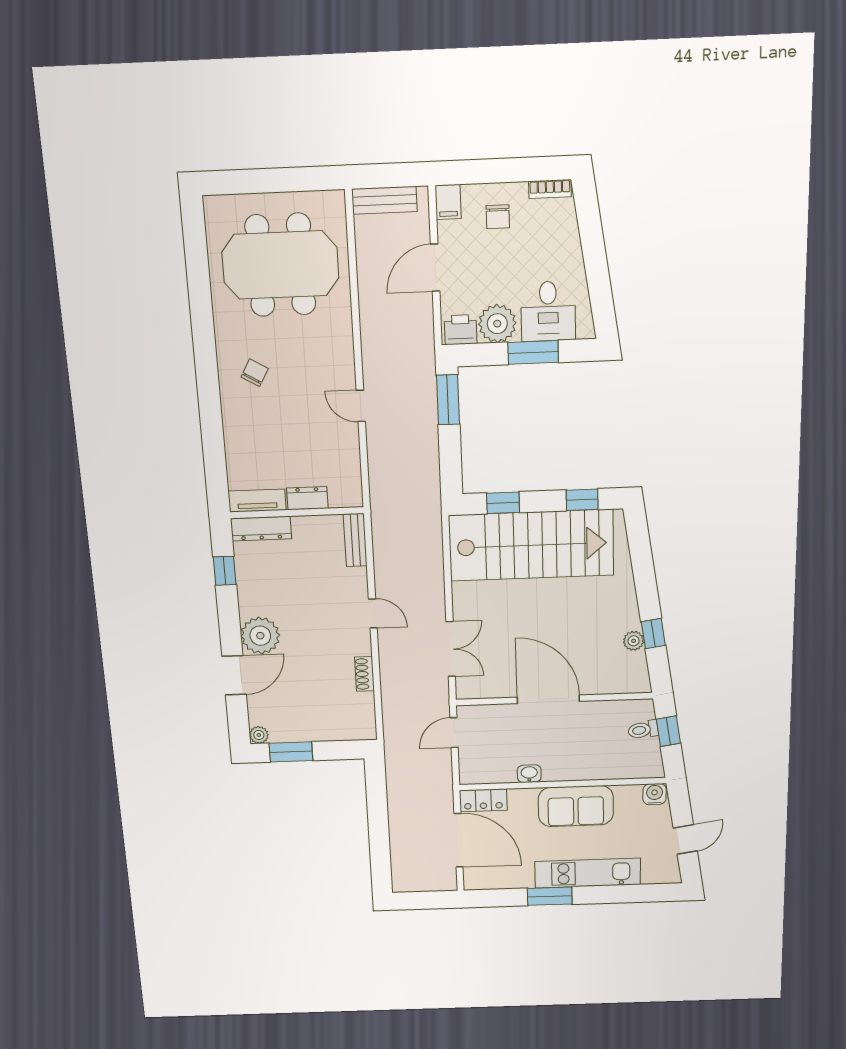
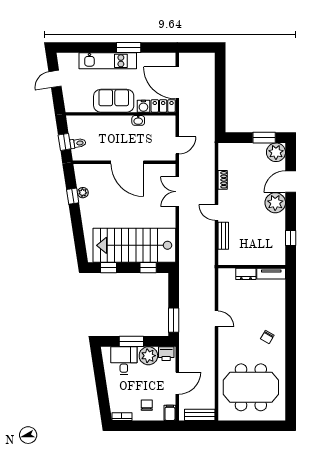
dresser: (261, 529) -> (270, 259), removed
bench: (355, 540) -> (223, 236), moved
plant: (259, 735) -> (276, 152), width x1.87, depth x1.87
water cooler: (655, 794) -> (143, 106), moved

